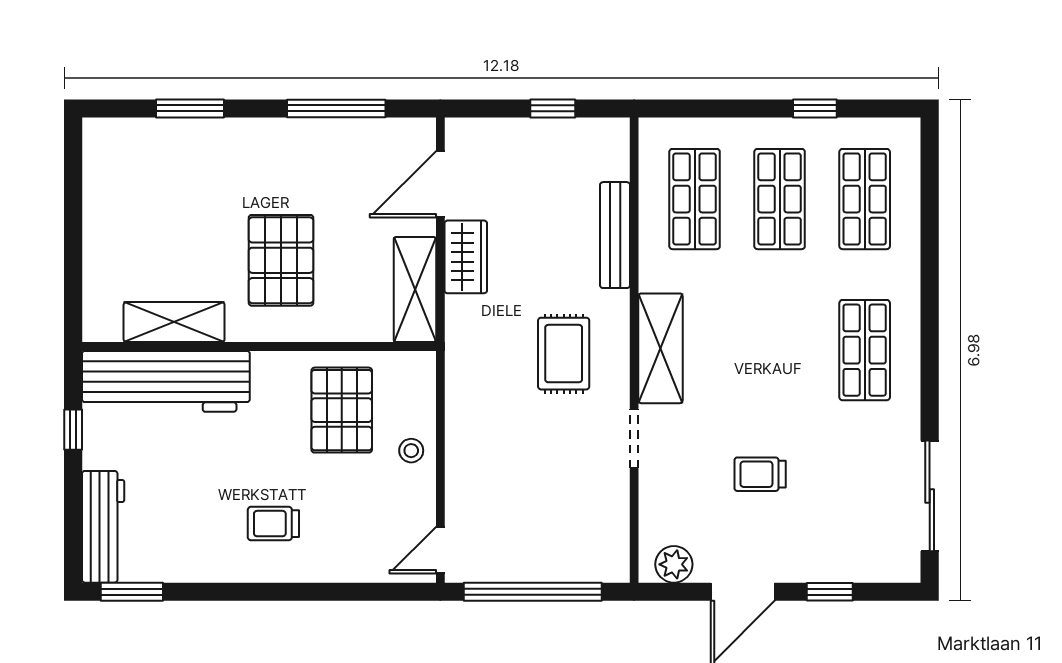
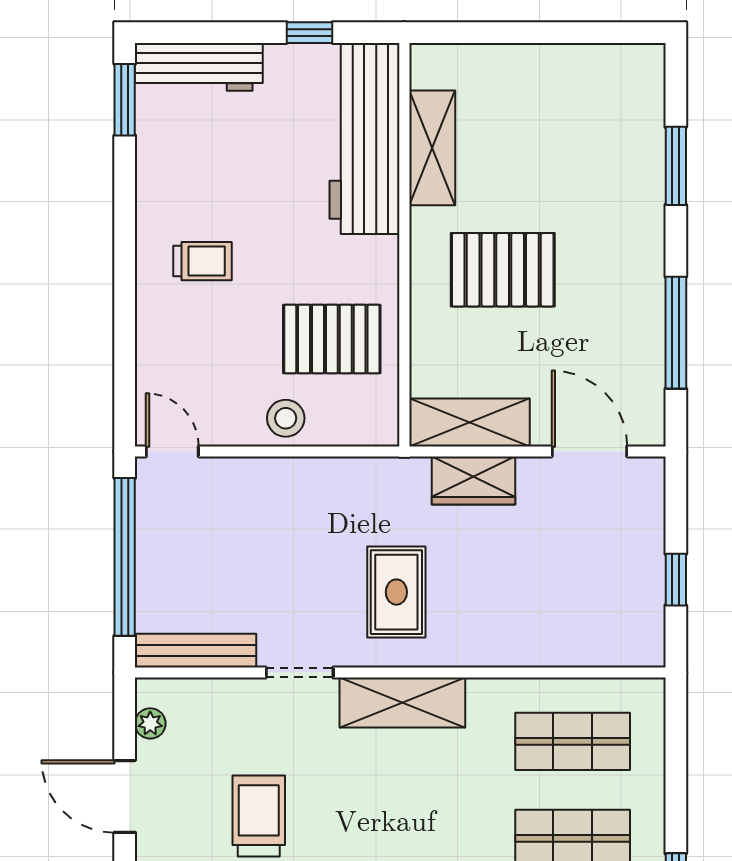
bench: (615, 235) -> (196, 651), moved
wardrobe: (466, 257) -> (473, 480), moved
rug: (564, 354) -> (396, 592), turned 90
stool: (411, 451) -> (286, 418), width x1.37, depth x1.37
trolley: (760, 474) -> (259, 816), width x1.36, depth x1.39
trolley: (273, 524) -> (202, 261), turned 90
plant: (674, 564) -> (150, 723), width x0.73, depth x0.73

